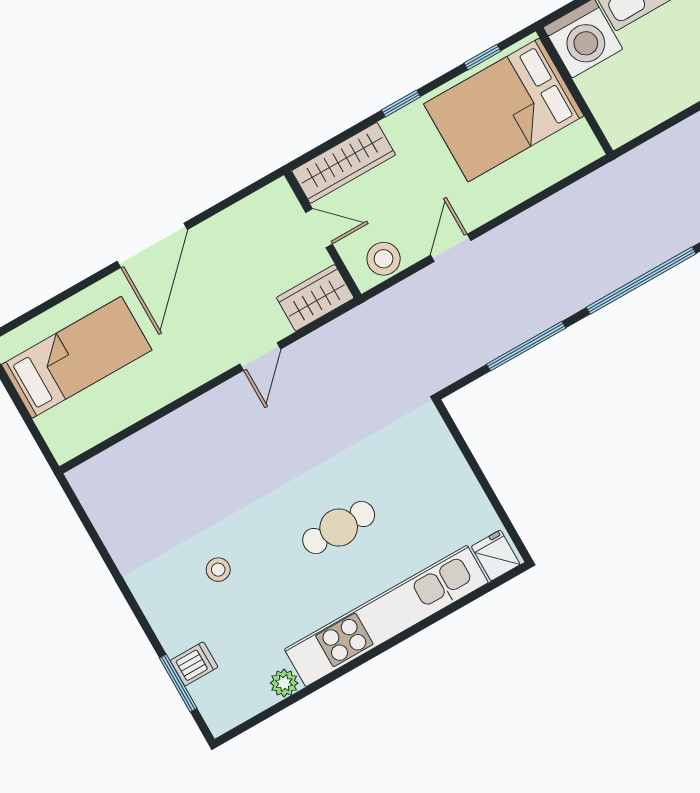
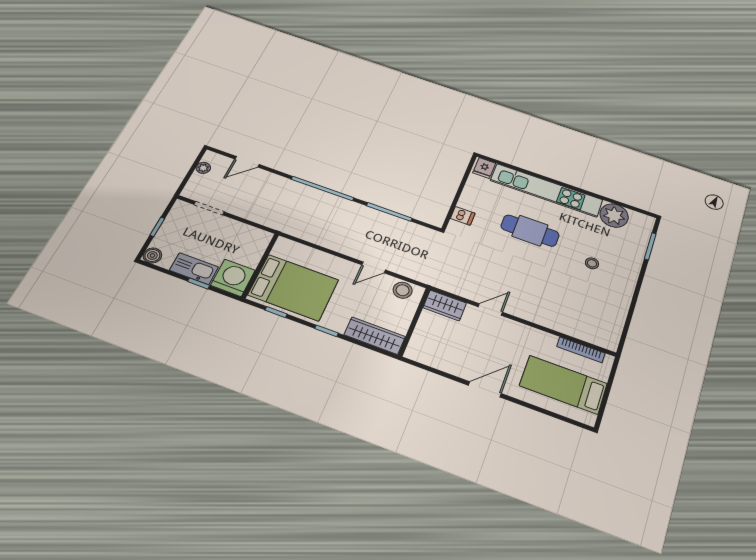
door: (319, 228) -> (413, 325), removed
door: (152, 245) -> (485, 389), width x0.73
bookcase: (105, 428) -> (581, 350), added
cafe table: (339, 528) -> (530, 231), width x1.37, depth x1.35
dishwasher: (194, 664) -> (463, 216), moved, turned 180
plant: (284, 683) -> (614, 216), width x1.88, depth x1.88

